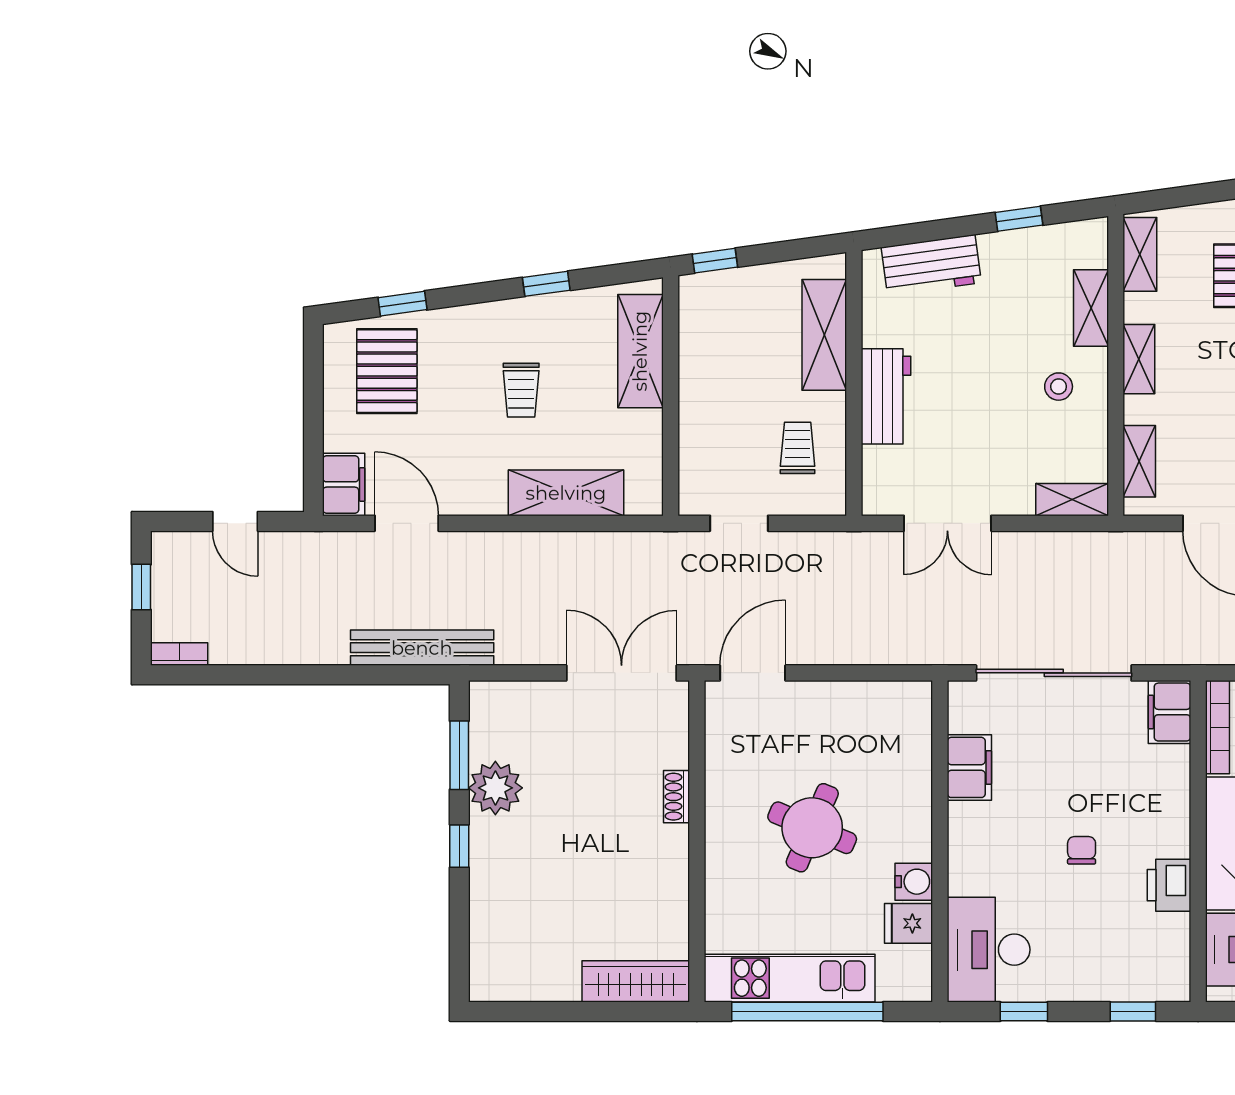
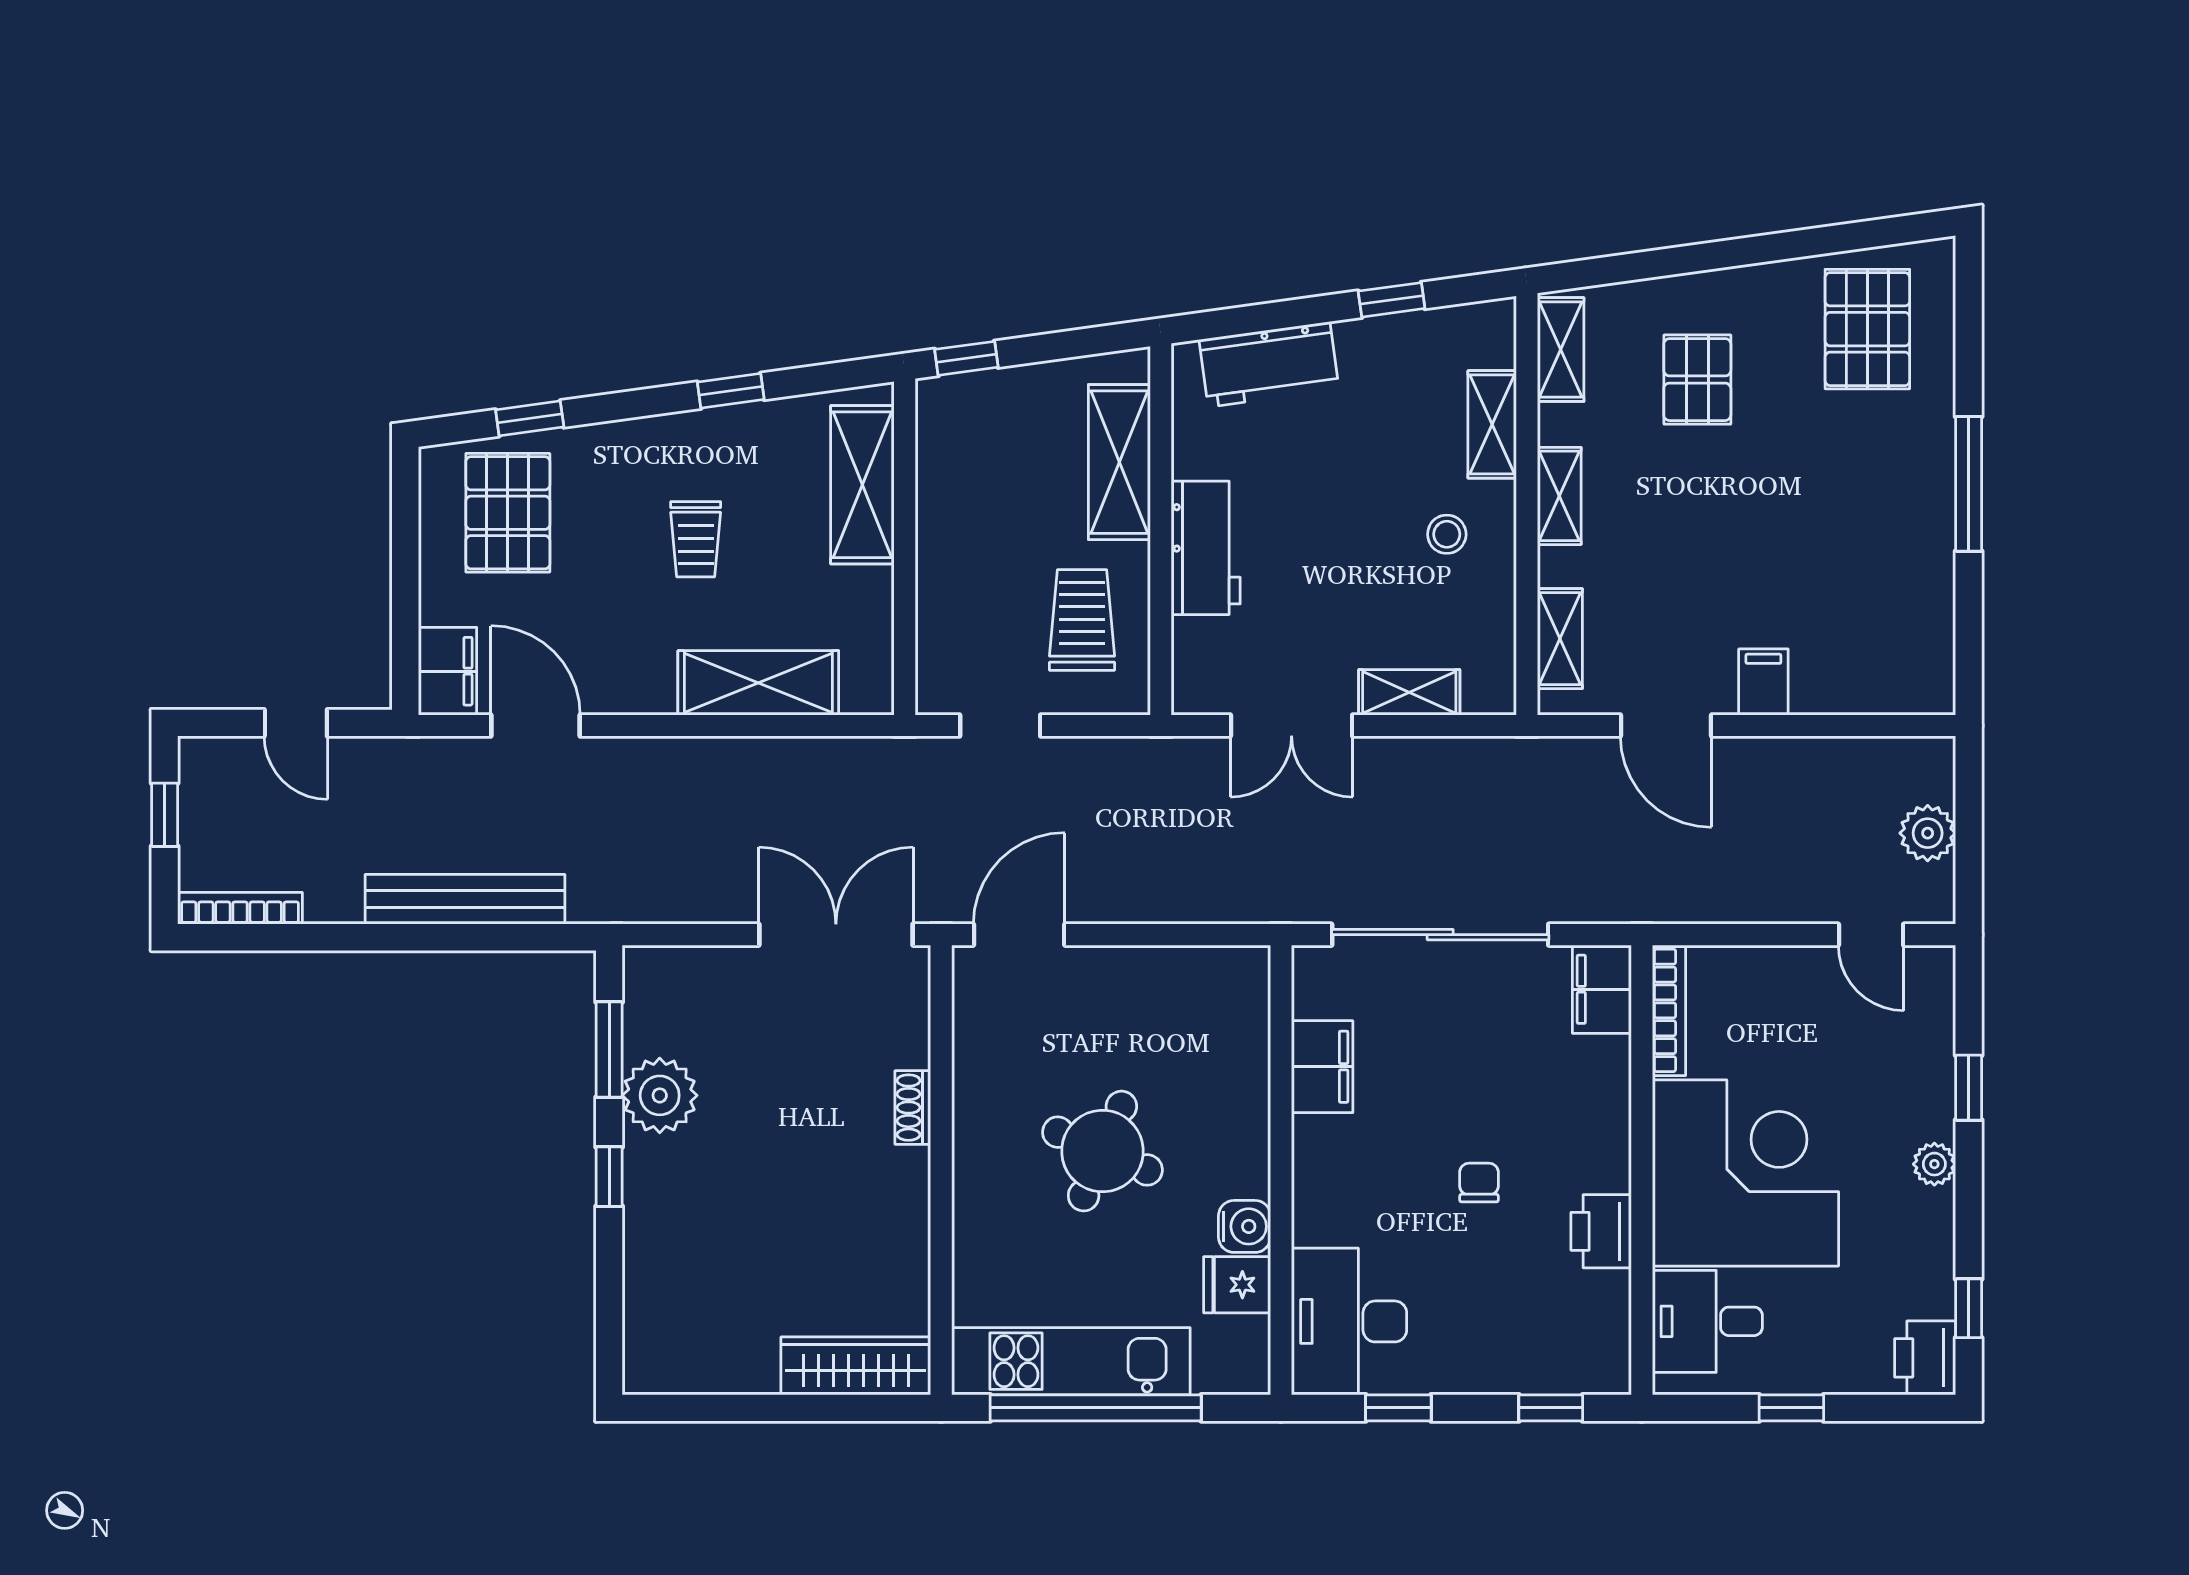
trolley: (798, 448) -> (1082, 620), width x1.36, depth x1.39
shelving: (1072, 500) -> (1409, 692), moved
bench: (422, 648) -> (465, 899), moved
bookcase: (179, 654) -> (240, 908), width x1.56

